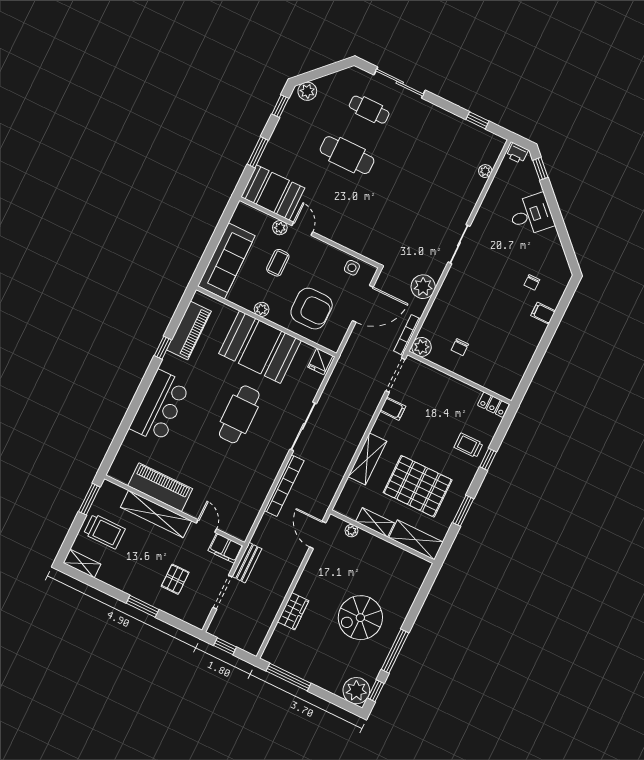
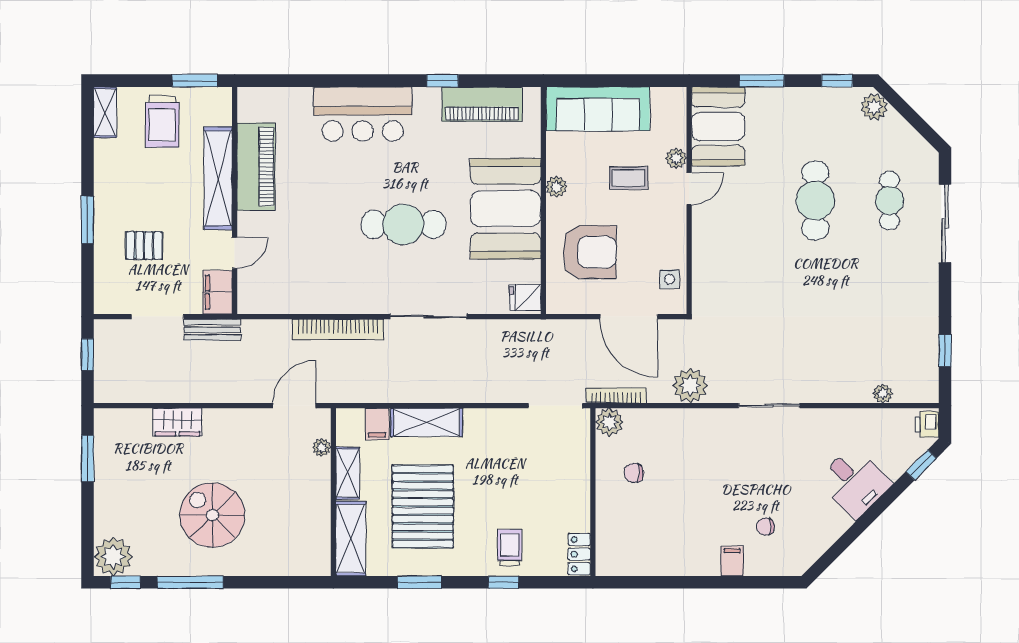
armchair: (312, 309) -> (590, 252), turned -90
filing cabinet: (393, 409) -> (377, 424), moved
window: (289, 677) -> (88, 458), width x0.69

